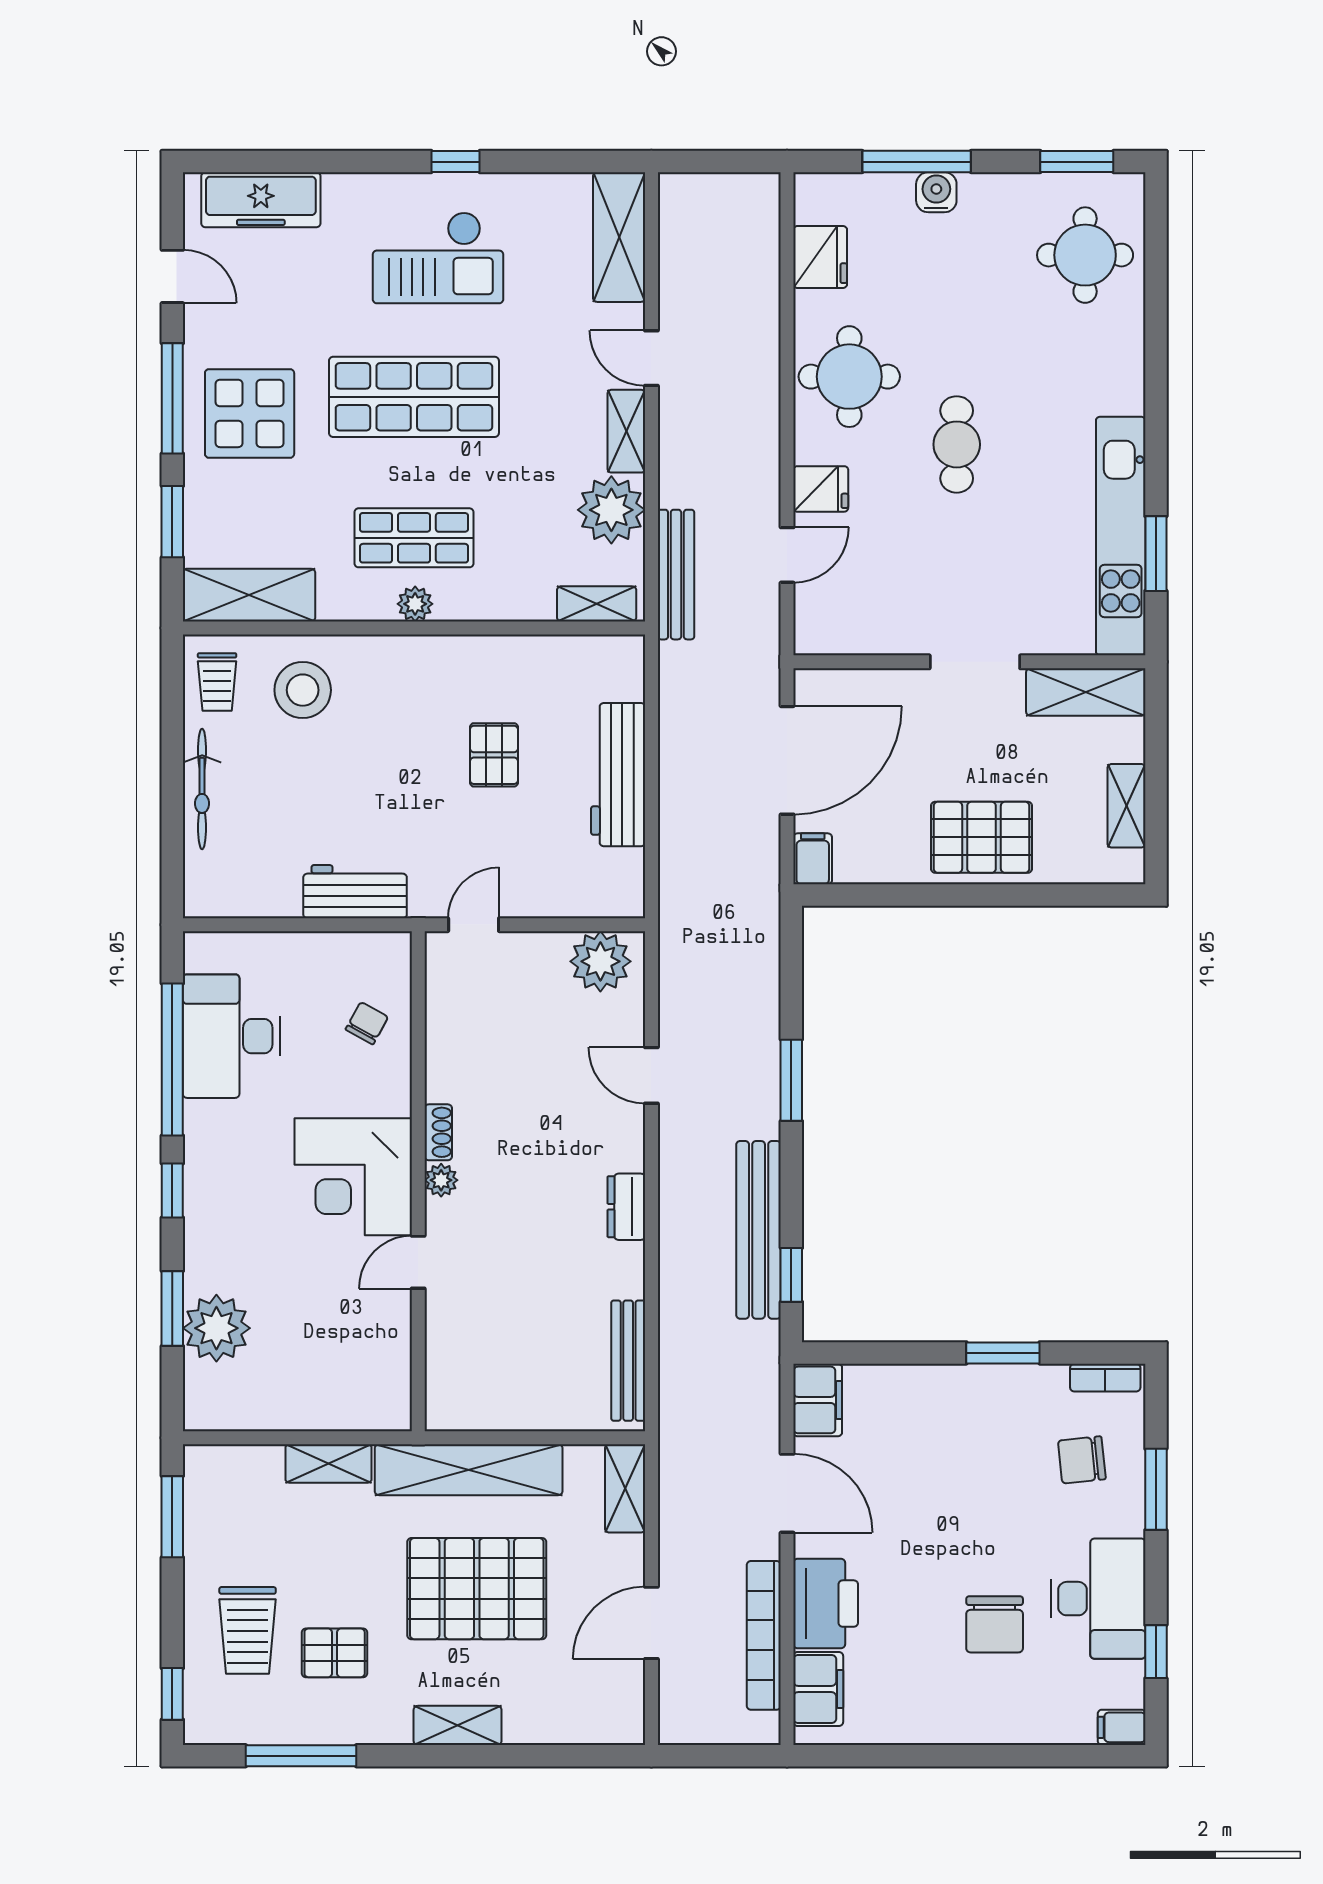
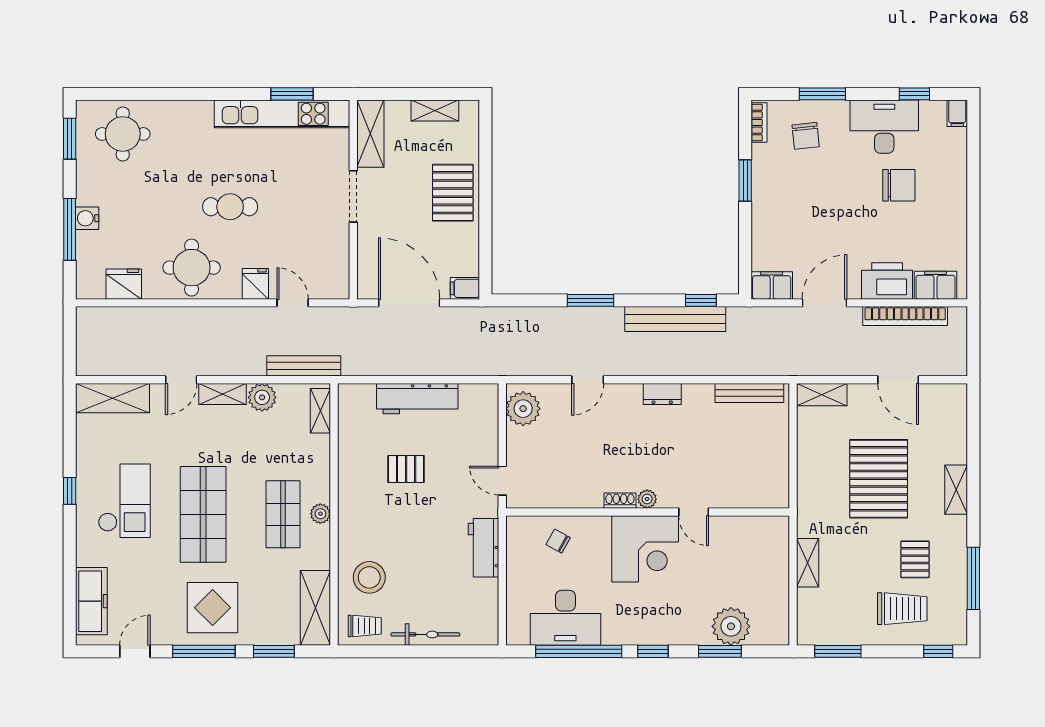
plant: (611, 510) -> (262, 397), width x0.73, depth x0.73
shelving: (469, 1470) -> (811, 483), removed

